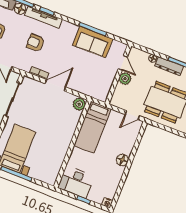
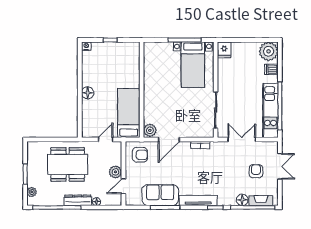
tv unit: (43, 17) -> (198, 201), moved
armchair: (36, 43) -> (140, 155), moved
door: (123, 63) -> (123, 186), hinge flipped
door: (55, 85) -> (169, 139), moved
door: (132, 115) -> (106, 139), moved
desk: (76, 182) -> (124, 54), removed

